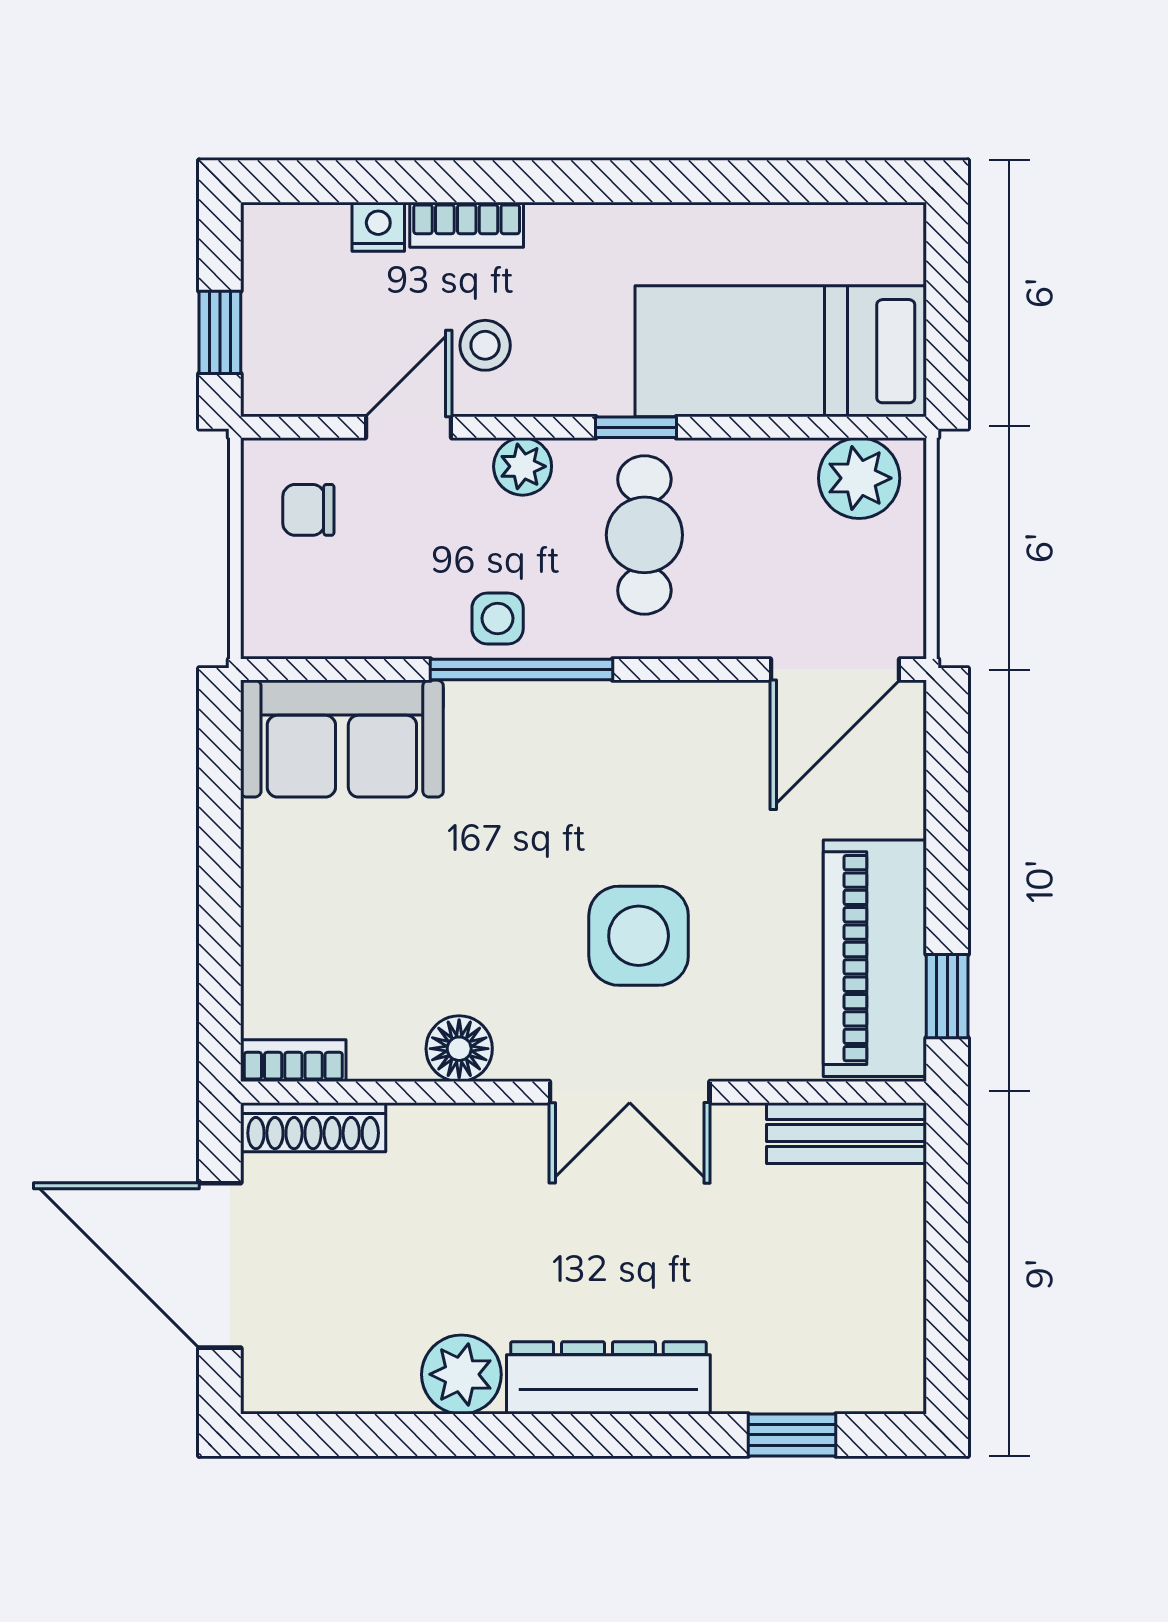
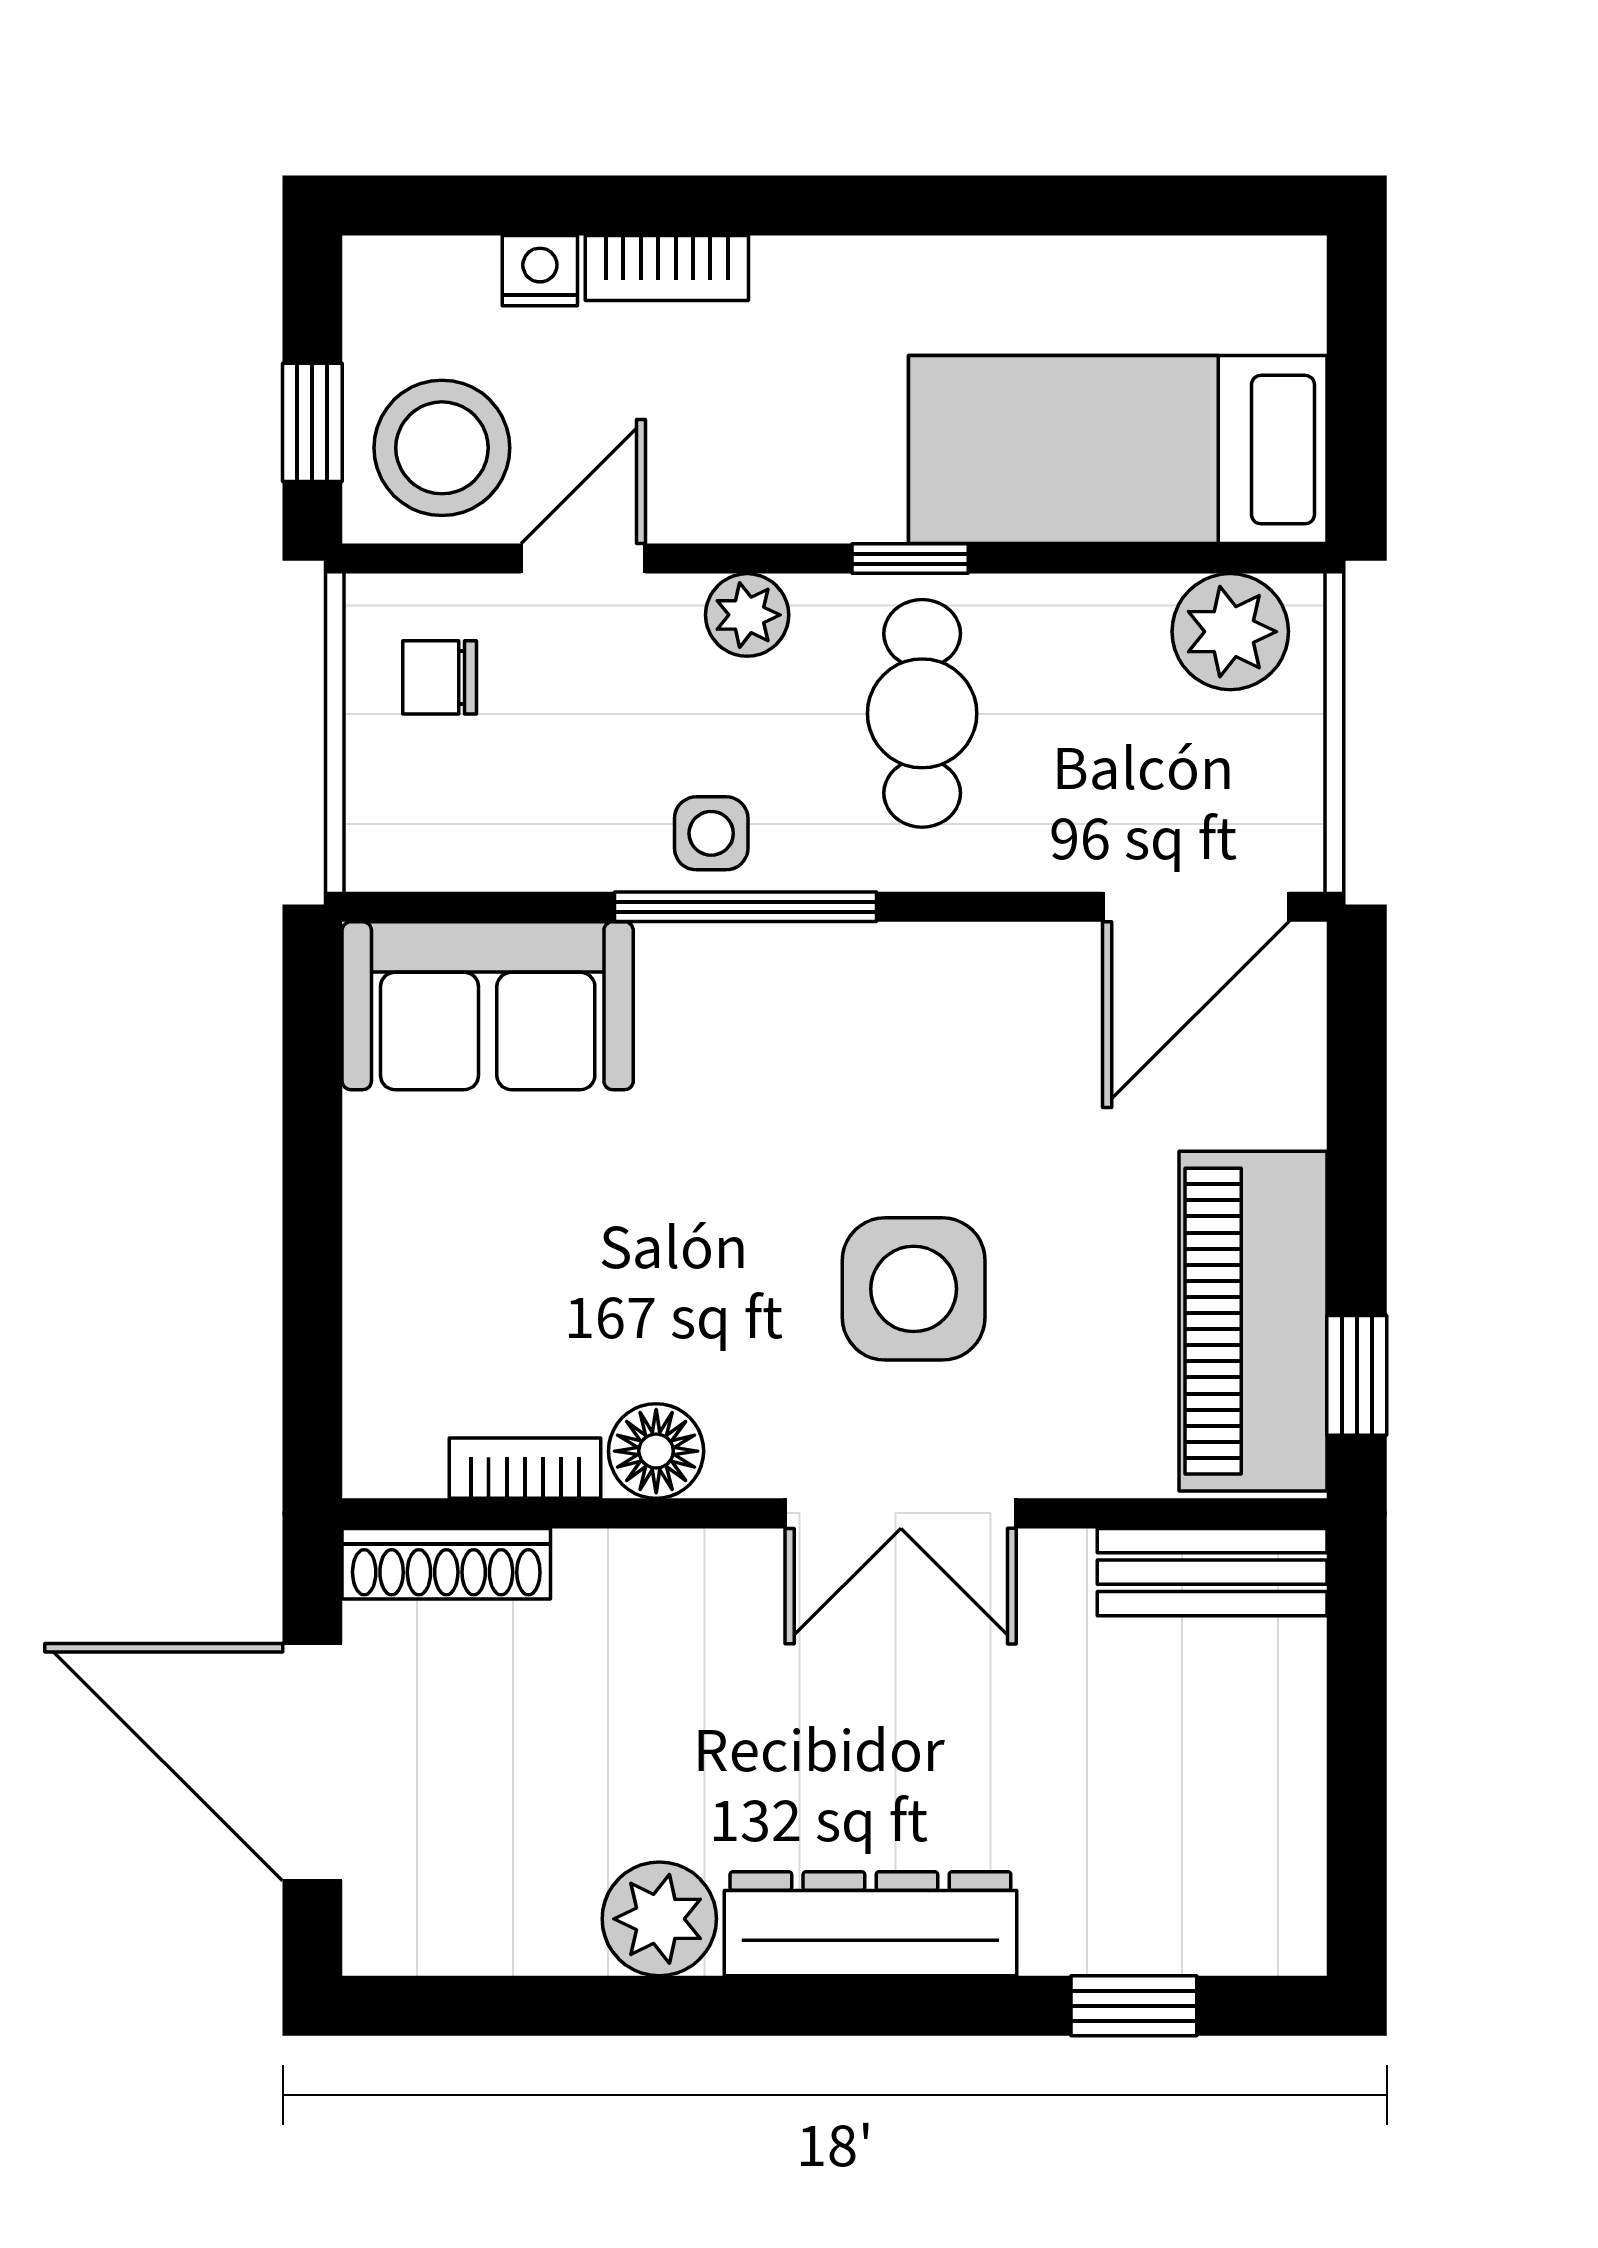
stool: (485, 345) -> (442, 448), moved, width x1.89, depth x1.89
bookcase: (293, 1061) -> (525, 1468), moved

